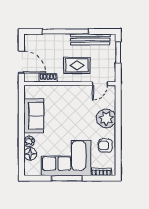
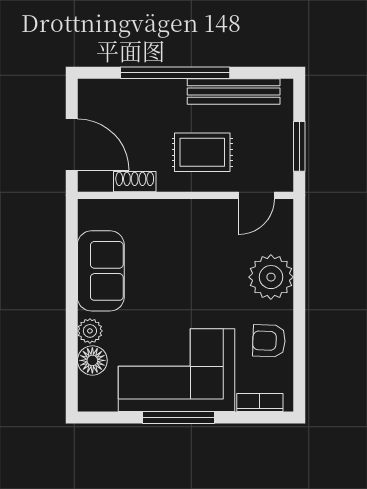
window: (118, 52) -> (299, 146), moved

